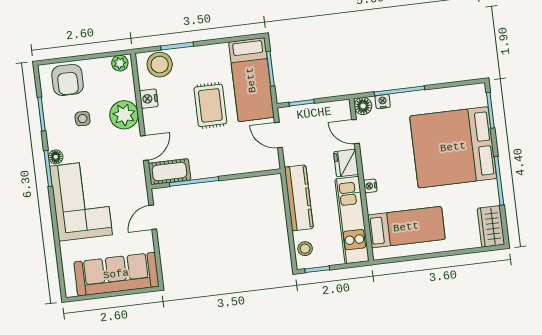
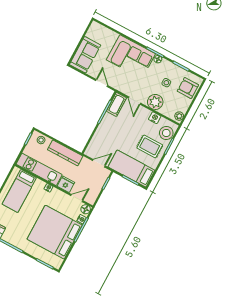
rug: (210, 105) -> (150, 146), moved
bed: (453, 147) -> (55, 232), moved, turned -90
sofa: (116, 274) -> (85, 55), width x0.73

